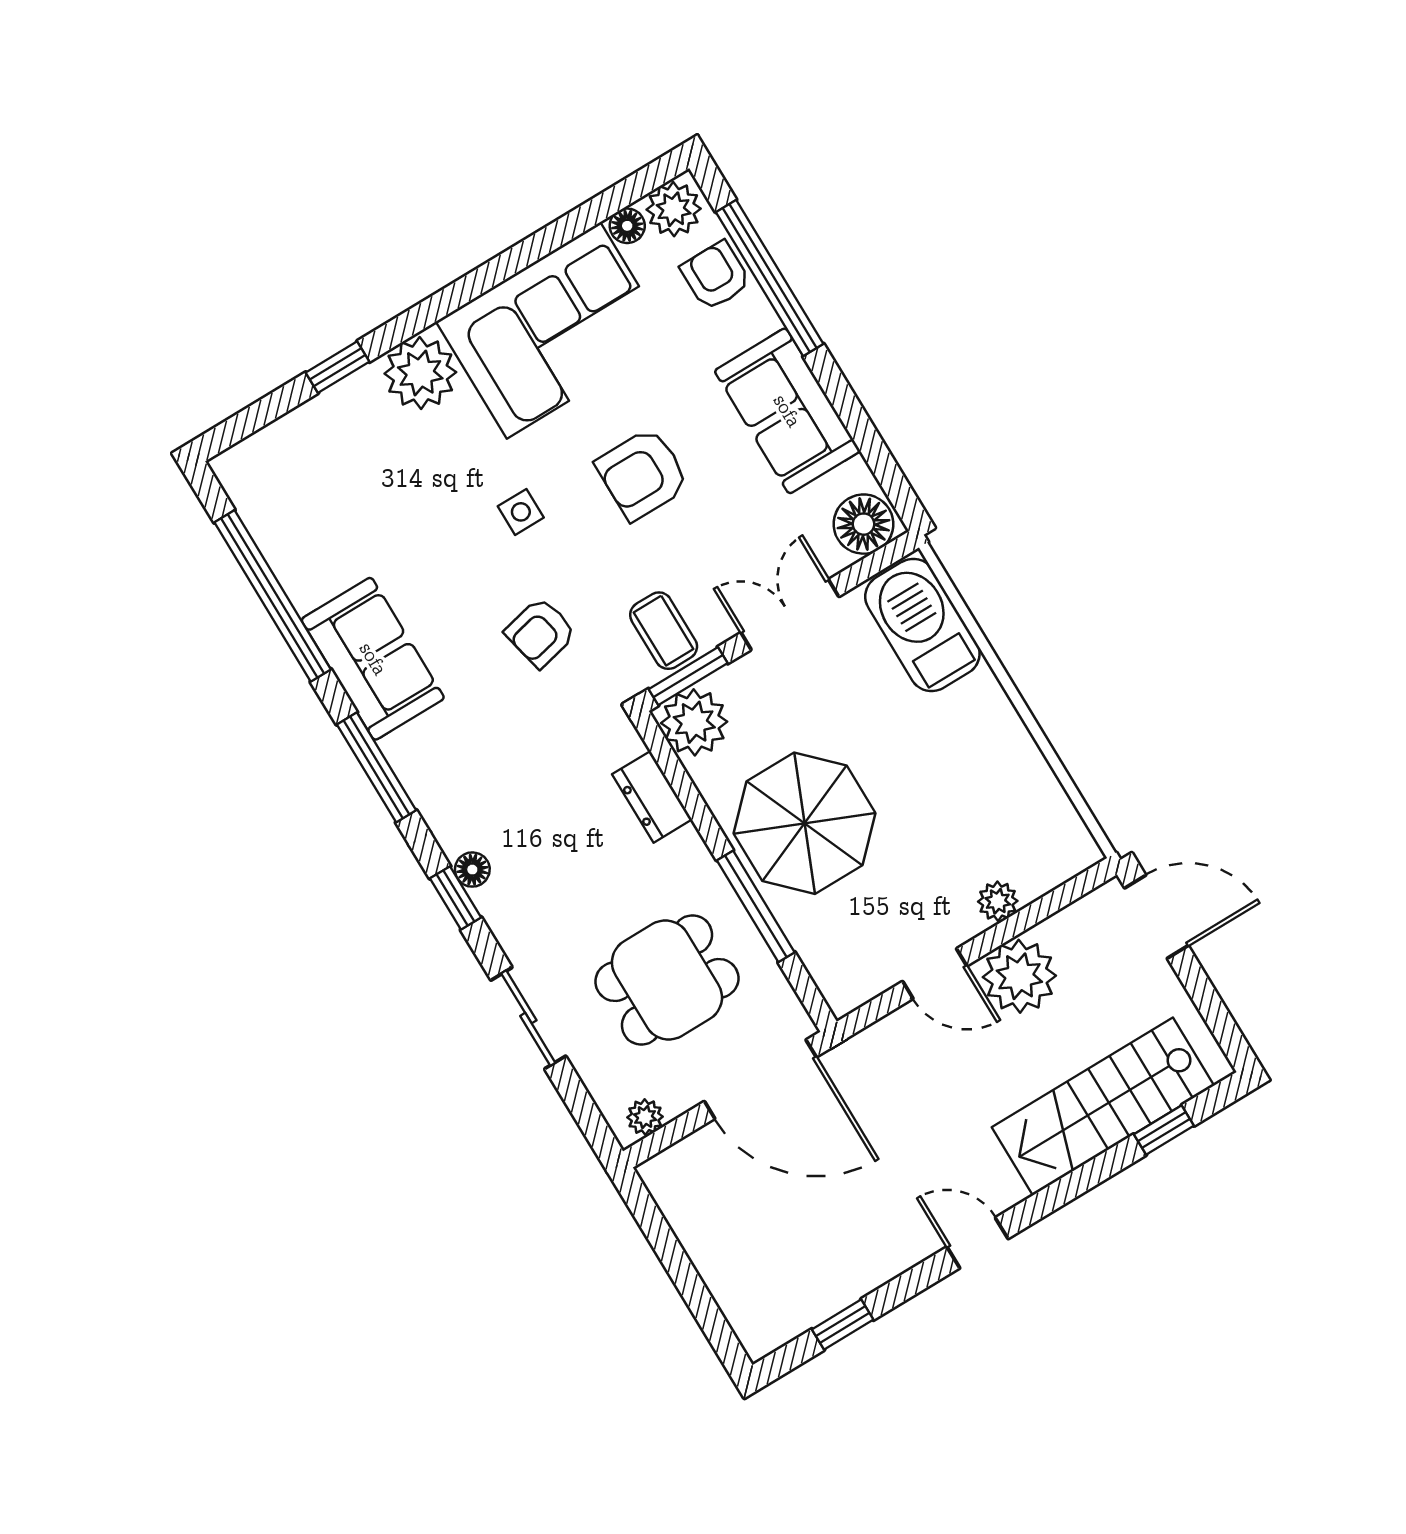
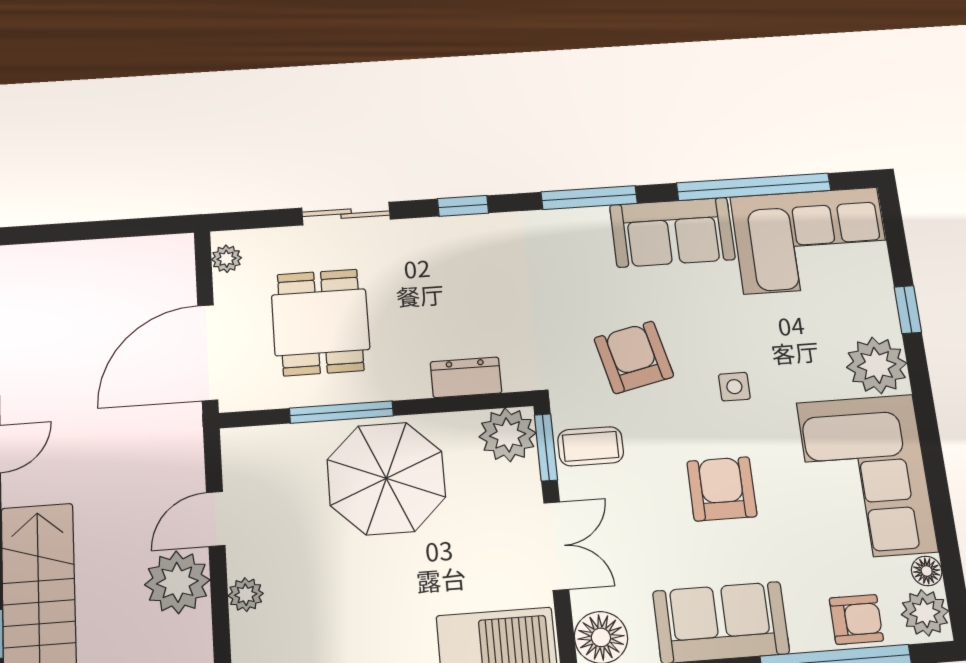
corner sofa: (307, 506) -> (811, 240), added
armchair: (540, 632) -> (634, 357), width x1.38, depth x1.38
floor lamp: (472, 870) -> (478, 227), removed

